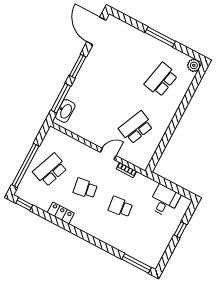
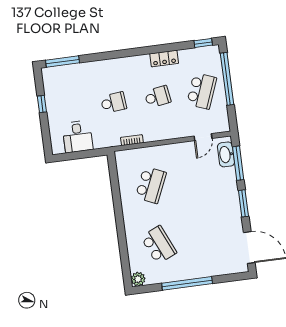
window: (160, 37) -> (187, 283), width x1.46
school desk: (161, 80) -> (159, 245), turned -36
door: (108, 154) -> (203, 137), moved
window: (180, 230) -> (42, 104), moved

